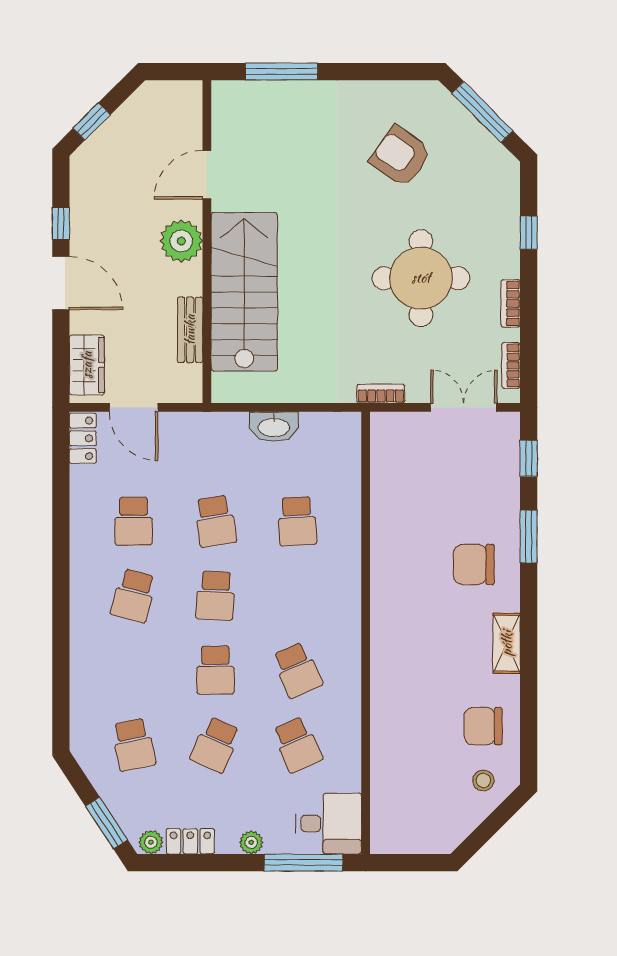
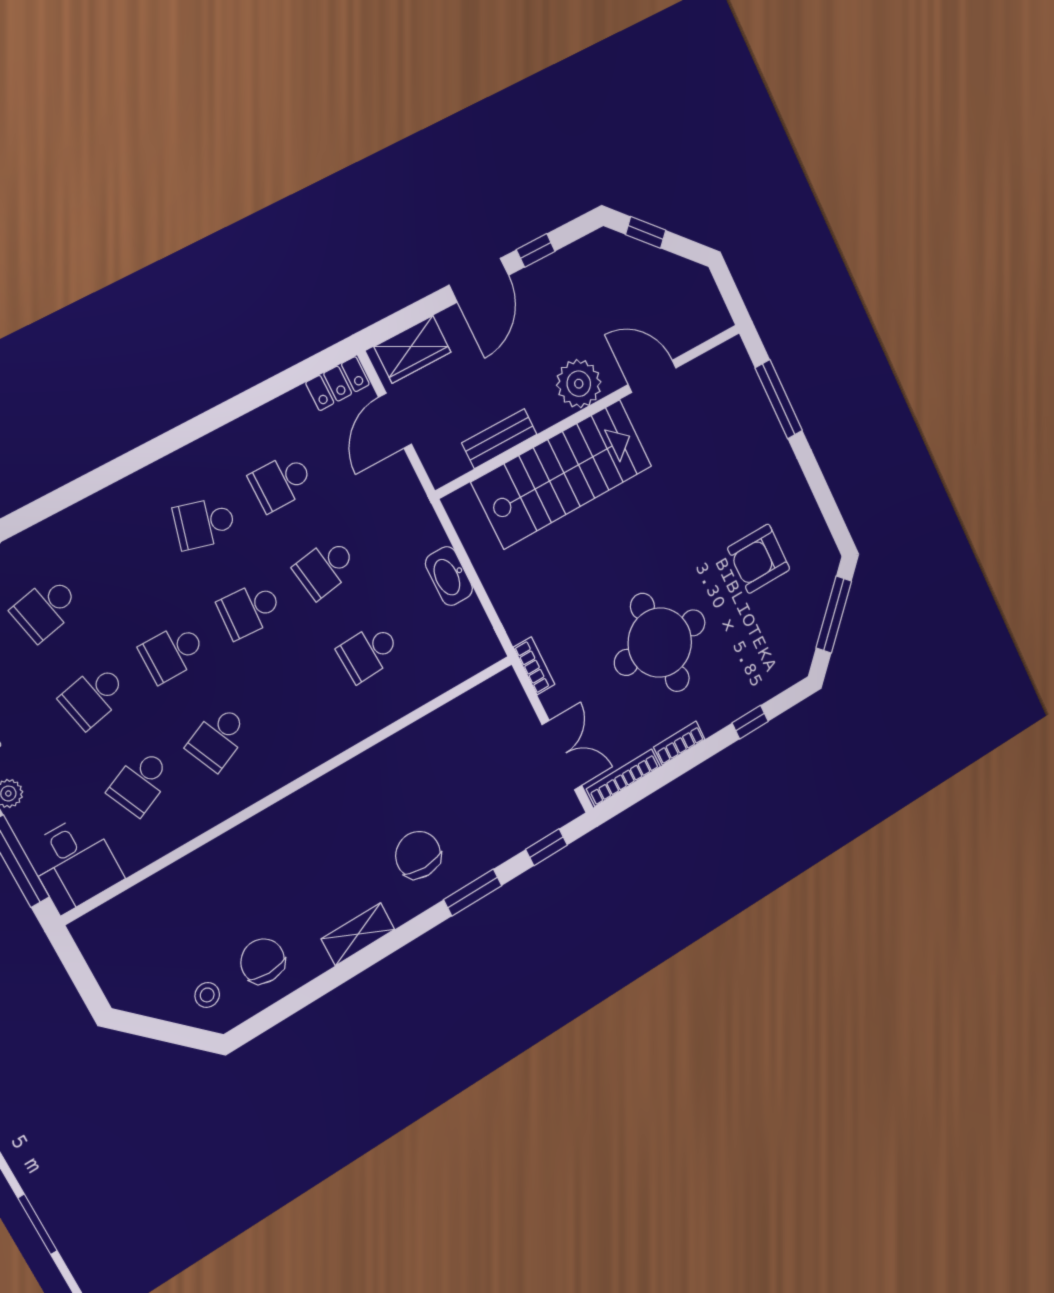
armchair: (401, 156) -> (759, 559), turned -125
bookcase: (511, 365) -> (623, 778), width x1.56
school desk: (215, 745) -> (93, 696), turned -36

